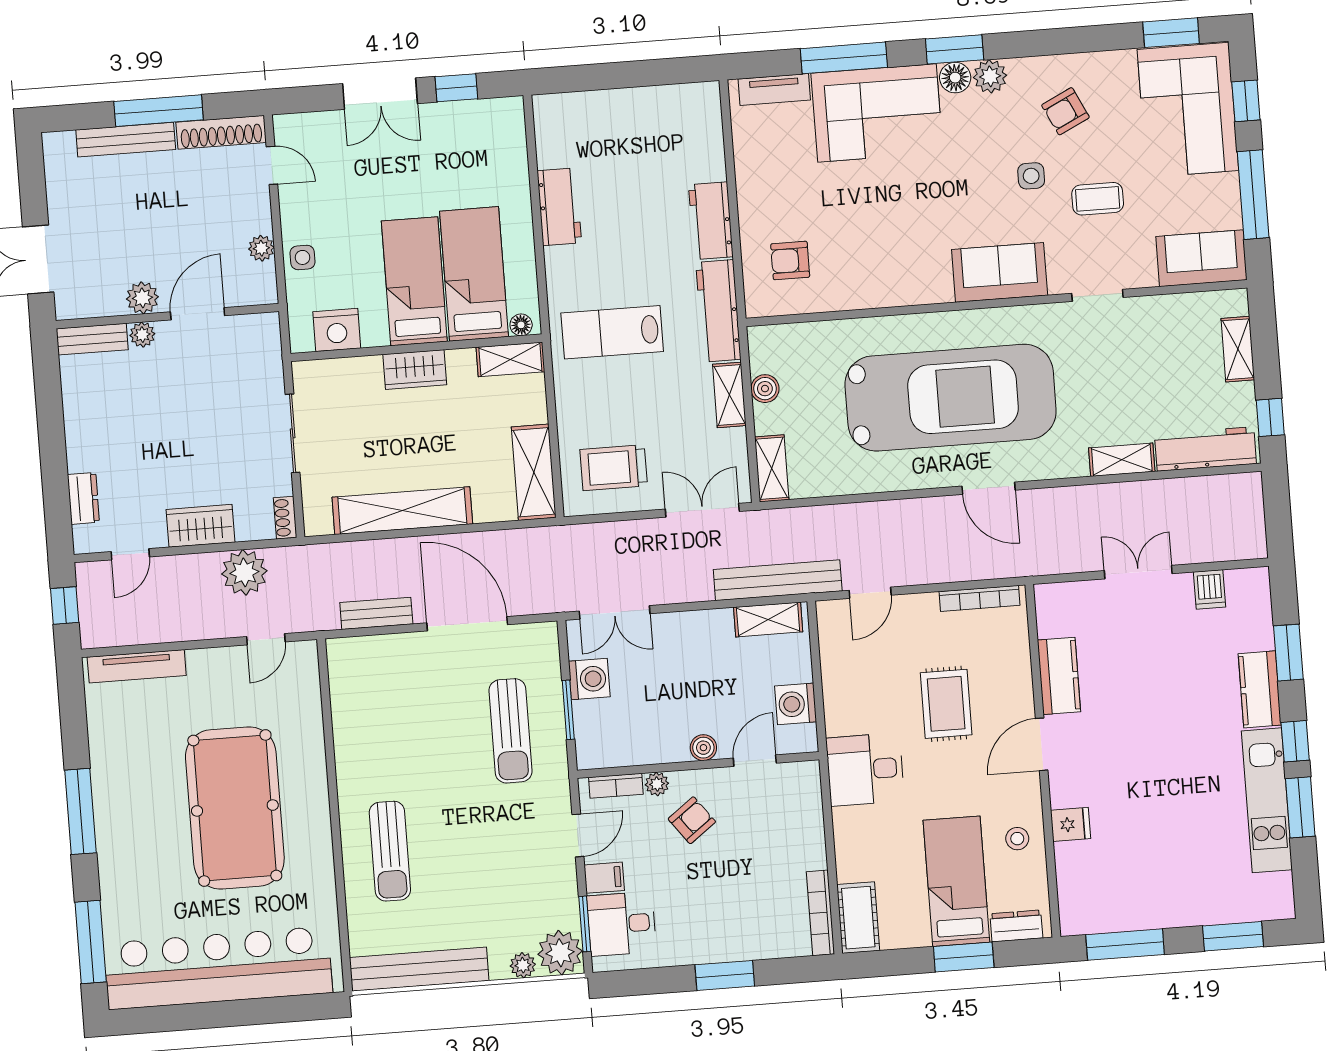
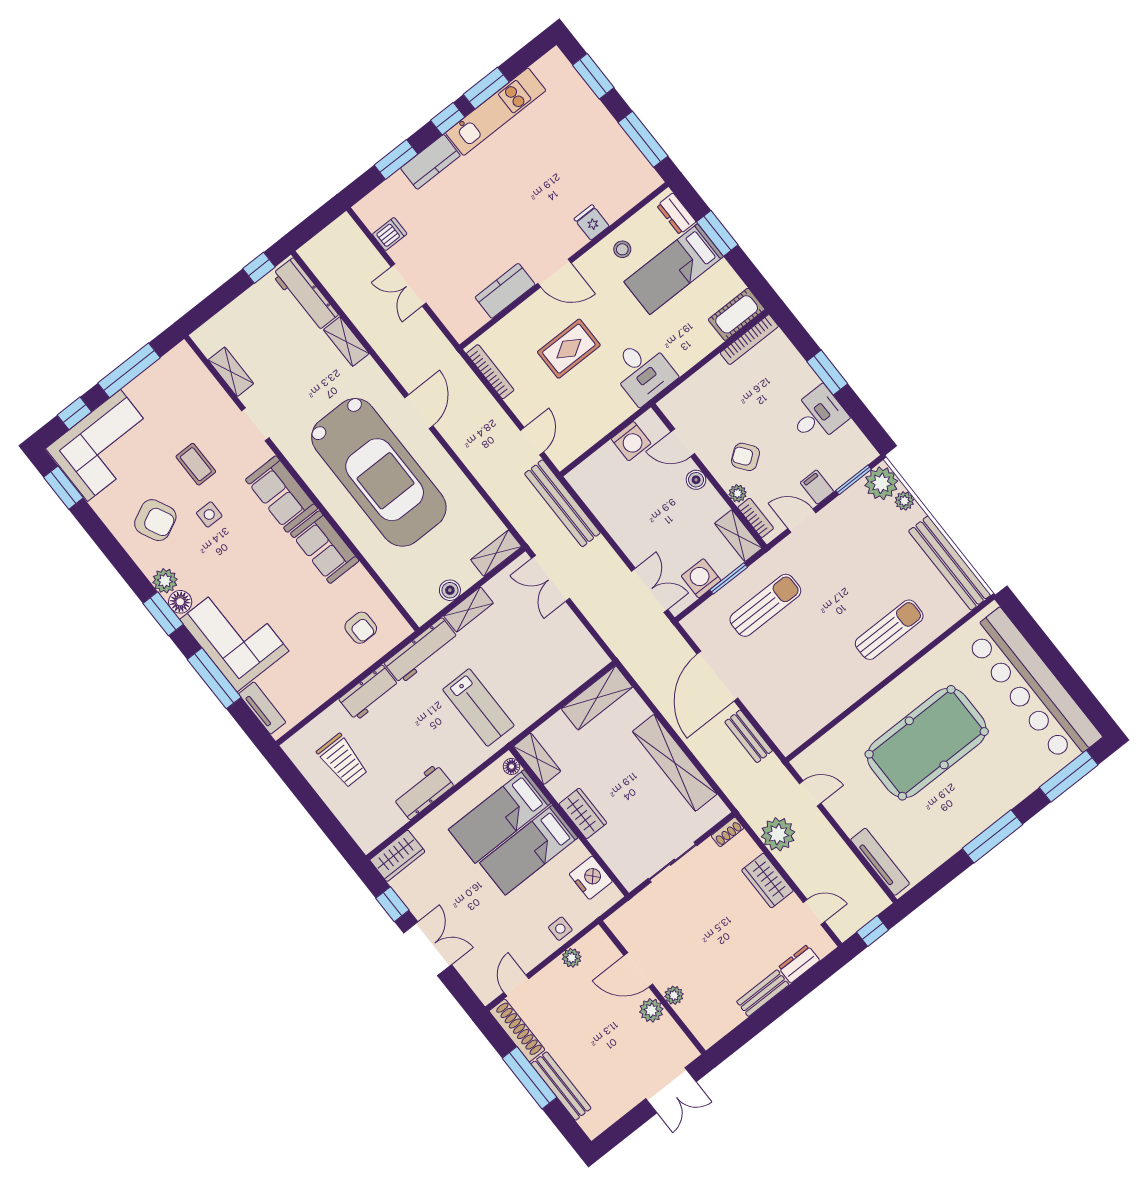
armchair: (1065, 111) -> (155, 520), width x1.38, depth x1.38
wardrobe: (507, 130) -> (397, 856), added
sofa: (1201, 258) -> (325, 547), moved
bench: (92, 339) -> (763, 993), moved, turned 90
shelving: (1238, 349) -> (231, 372), moved, turned 90
car: (951, 398) -> (379, 472), turned 180
trolley: (614, 468) -> (343, 761), moved
door: (870, 593) -> (532, 441), hinge flipped
shelving: (768, 620) -> (738, 536), moved
desk: (621, 924) -> (818, 415), moved, turned -90

